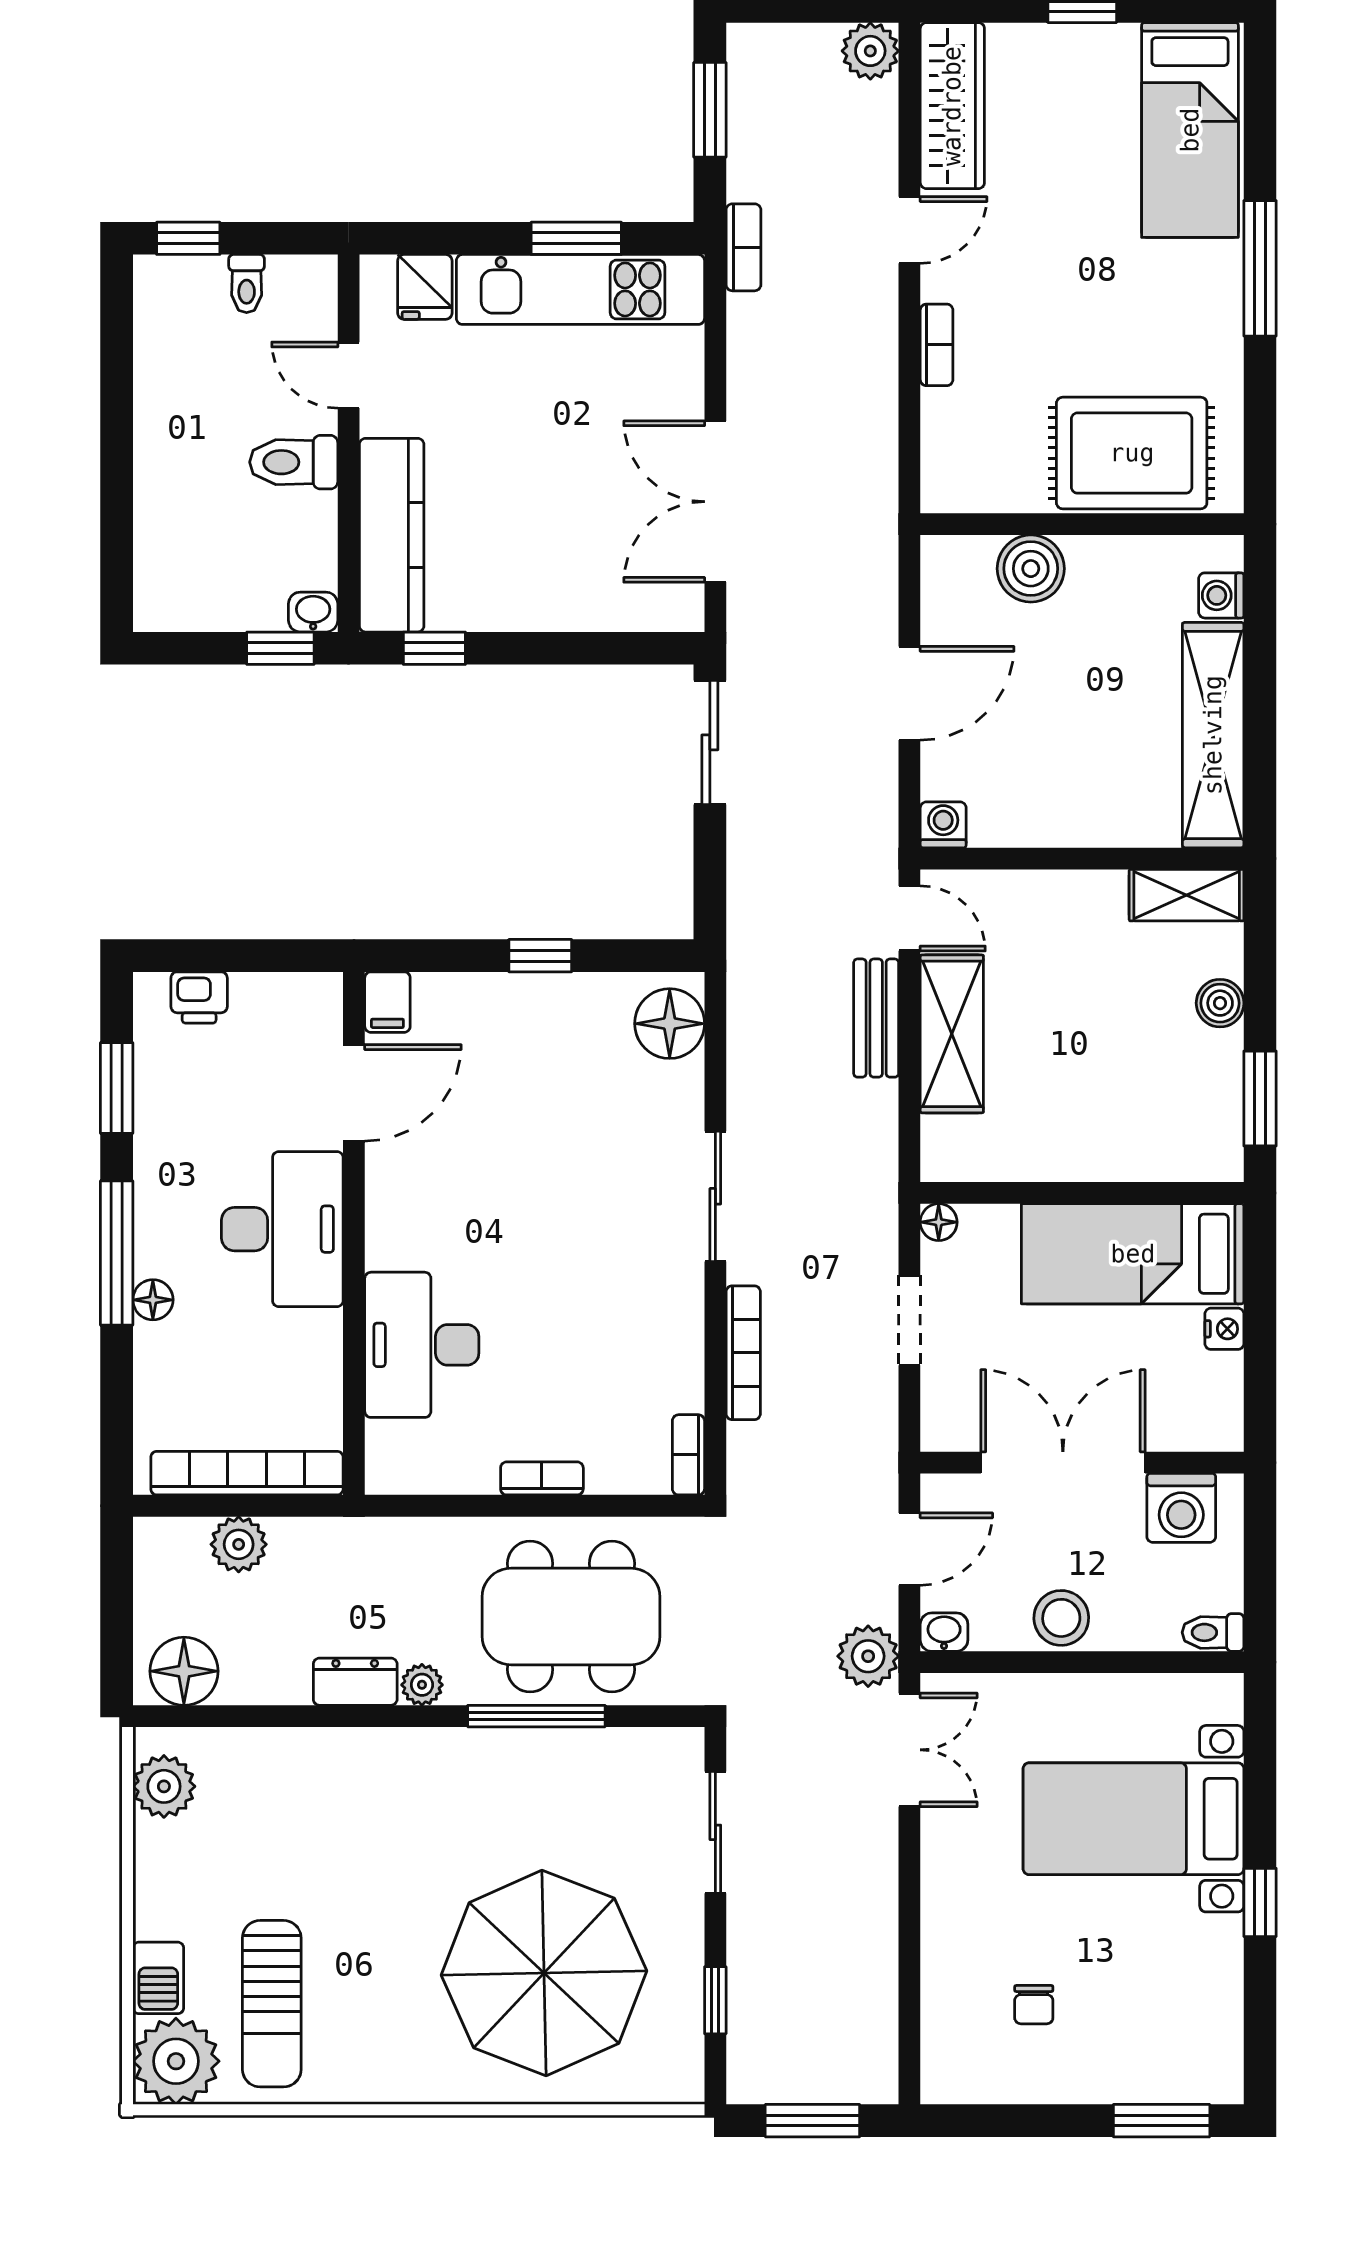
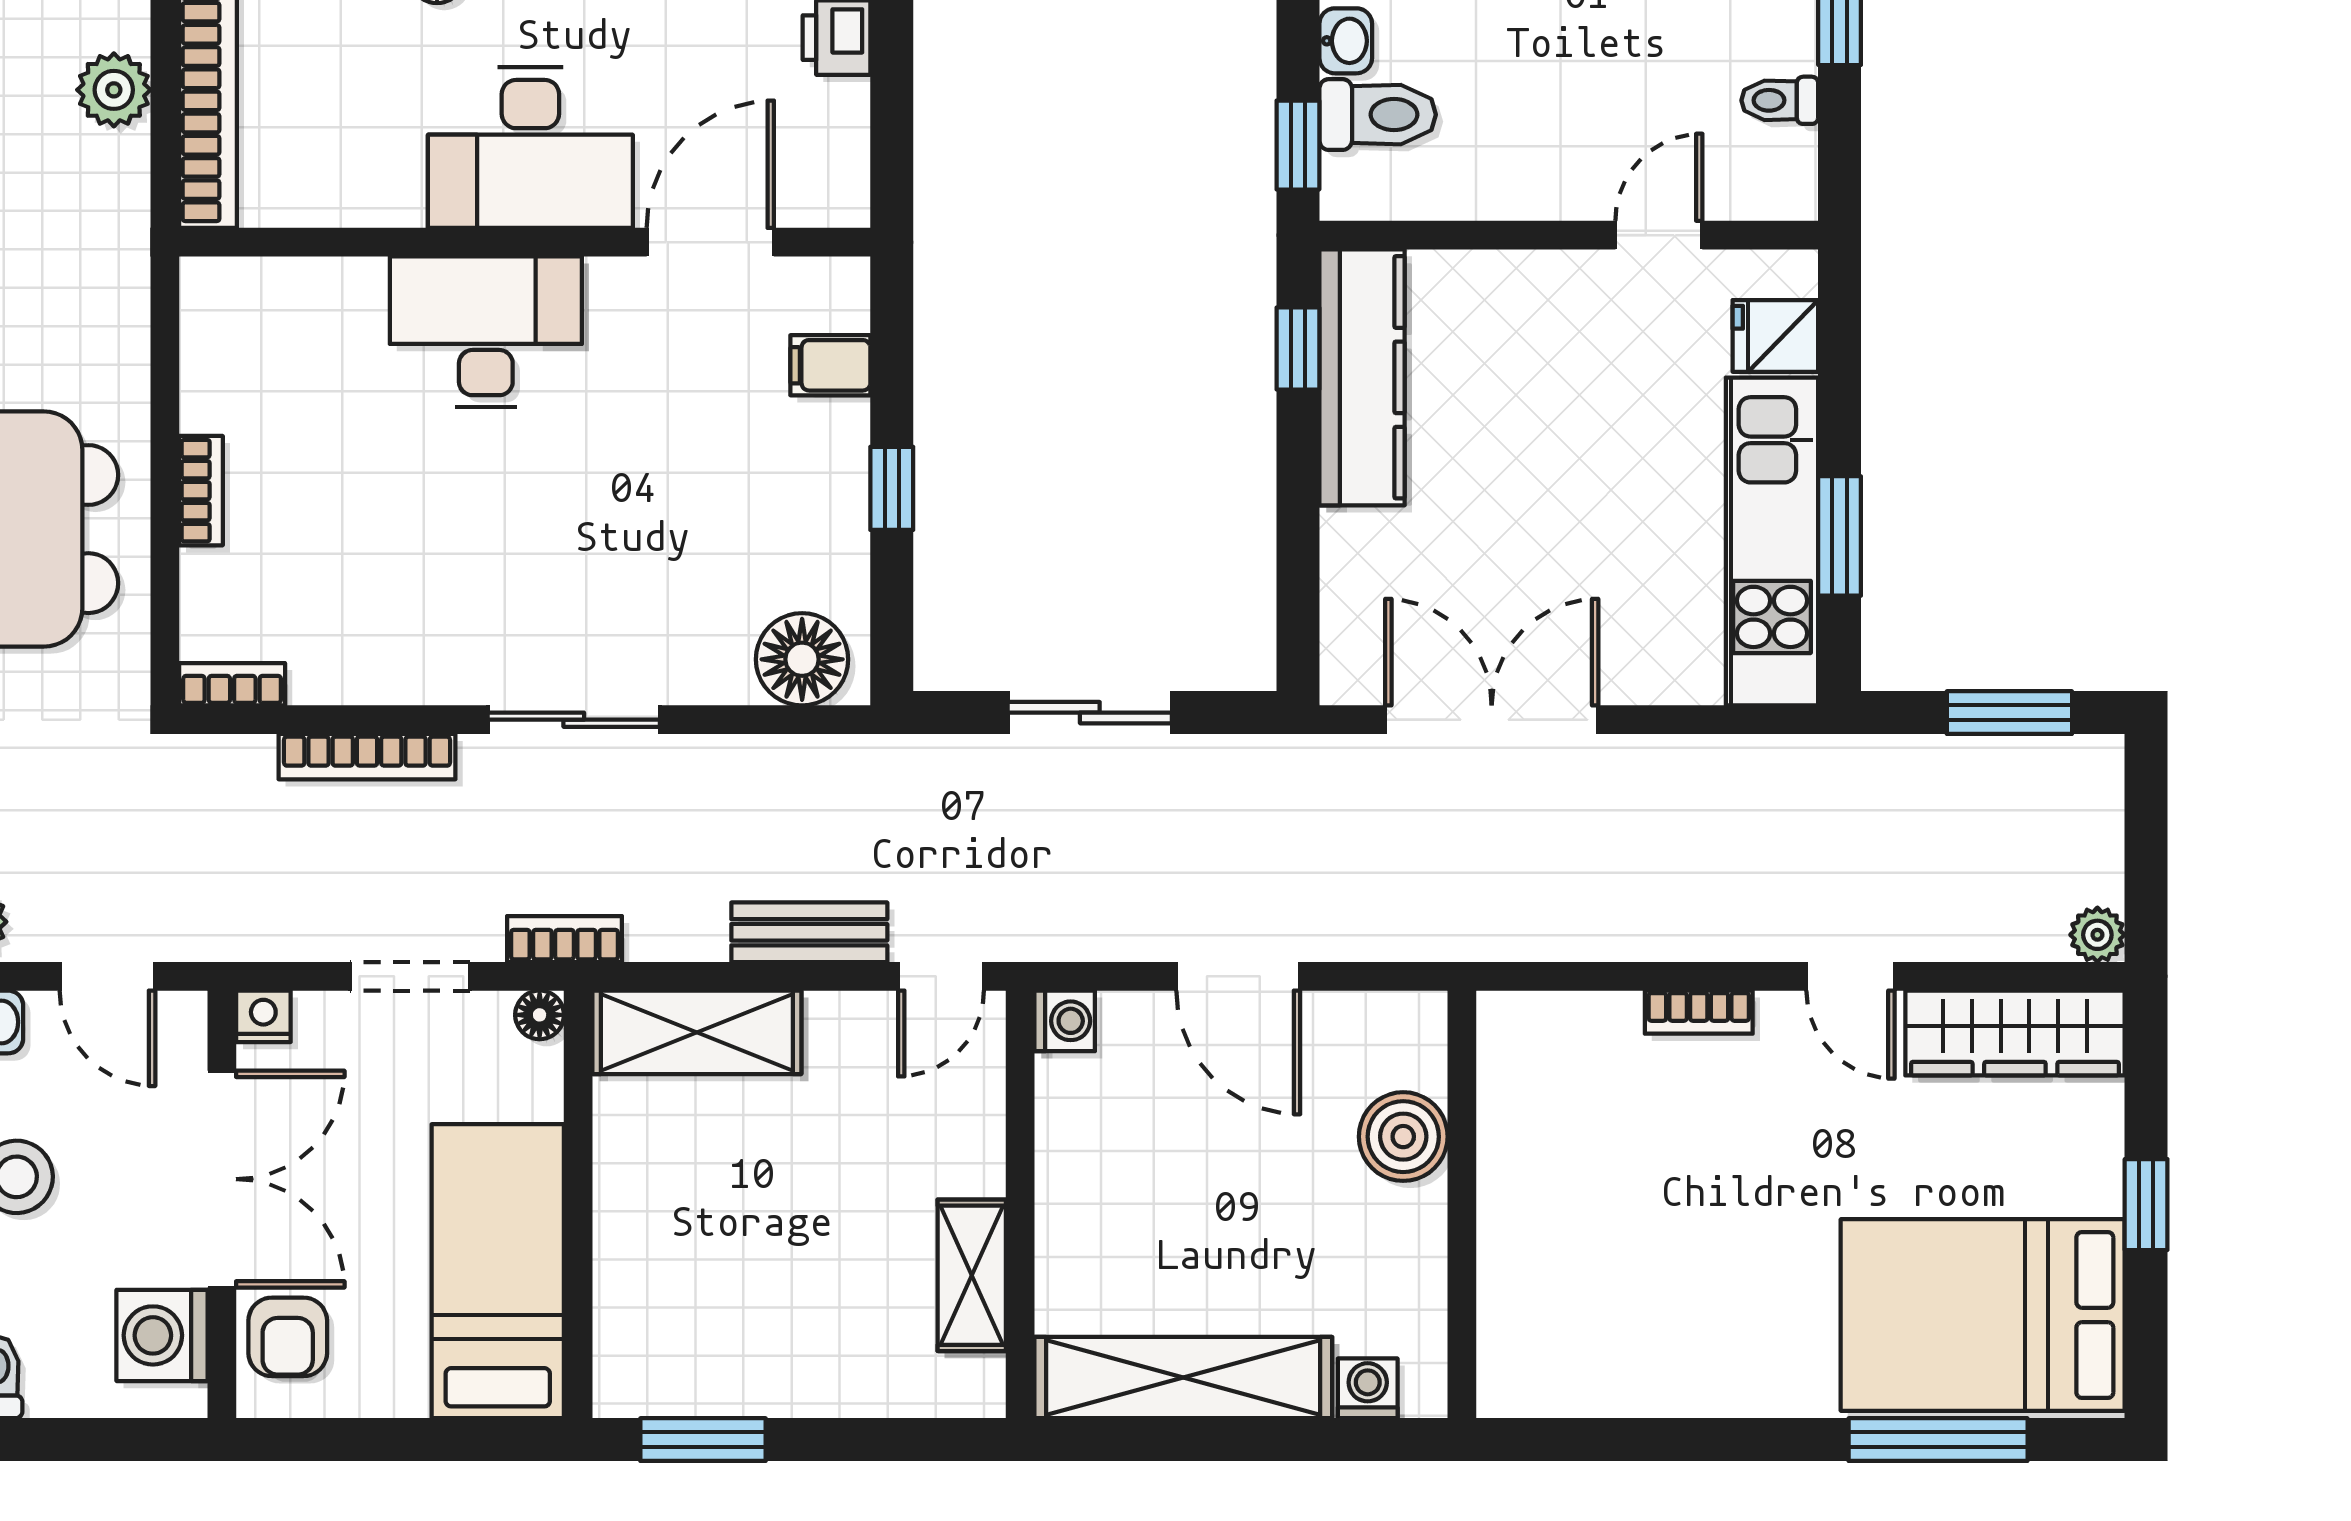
plant: (870, 51) -> (2097, 935), width x0.73, depth x0.73
bed: (1190, 130) -> (1983, 1315), width x1.50
bookcase: (743, 247) -> (565, 939), moved, turned 180
window: (1260, 268) -> (1938, 1440), moved
rug: (1132, 453) -> (1556, 1270), removed
toilet: (294, 462) -> (1378, 115), moved, turned 90
kitchen counter: (392, 535) -> (1362, 377), moved, turned -90
washbasin: (313, 612) -> (1346, 41), moved
sliding door: (710, 742) -> (1090, 713), moved
shelving: (1187, 895) -> (972, 1275), moved
filing cabinet: (387, 1002) -> (830, 365), moved
boiler: (1220, 1003) -> (829, 1387), removed
shelving: (952, 1034) -> (697, 1032), moved
door: (354, 1093) -> (710, 242), swing flipped
nightstand: (1224, 1329) -> (263, 1016), moved, turned 180
desk: (422, 1345) -> (486, 332), moved
armchair: (1182, 1413) -> (288, 1337), added

